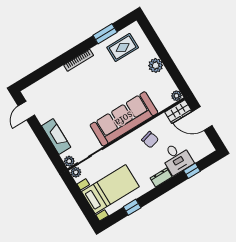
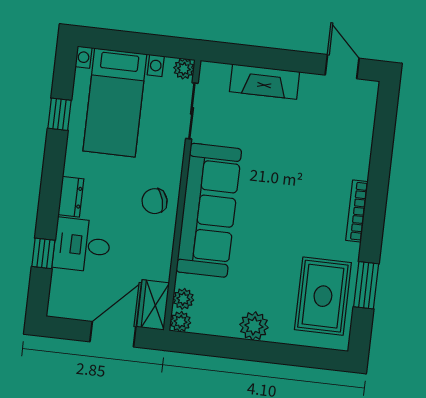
rug: (123, 47) -> (323, 296), width x1.36, depth x1.43
chair: (150, 140) -> (155, 201), moved
plant: (69, 161) -> (183, 299), moved

